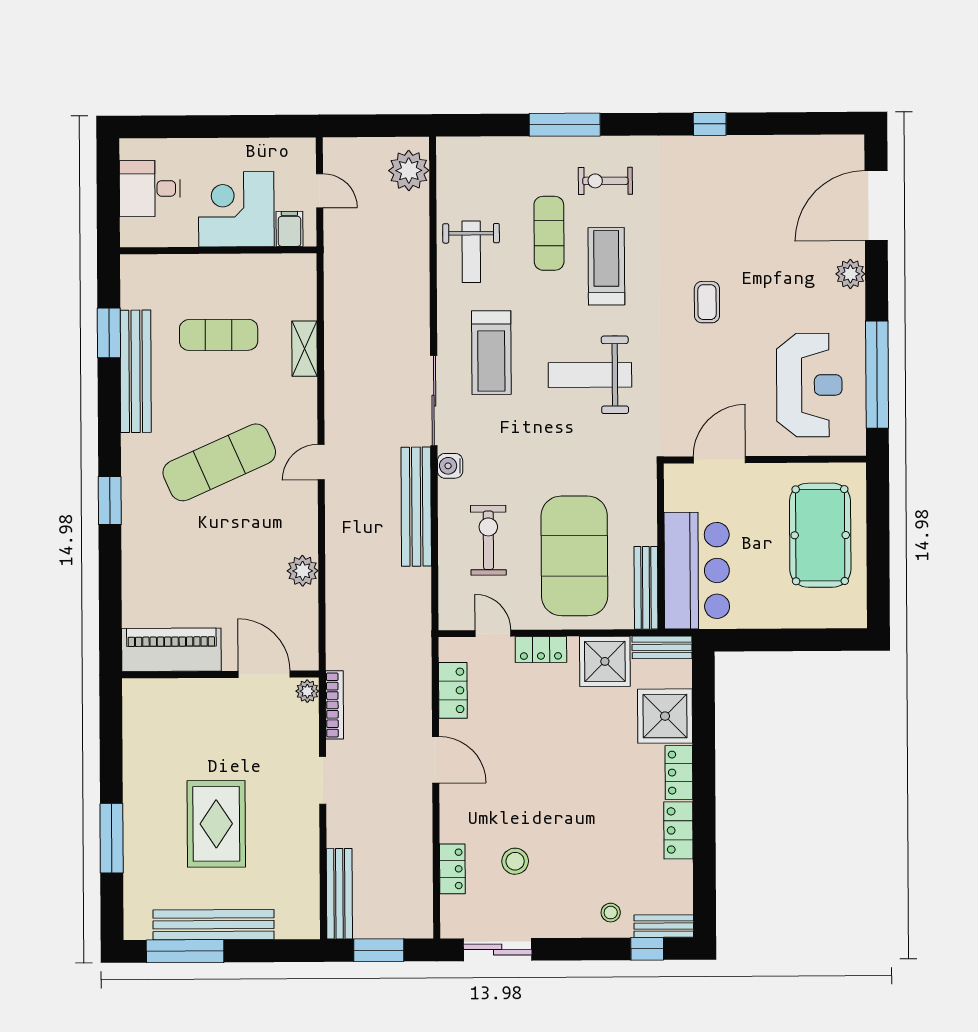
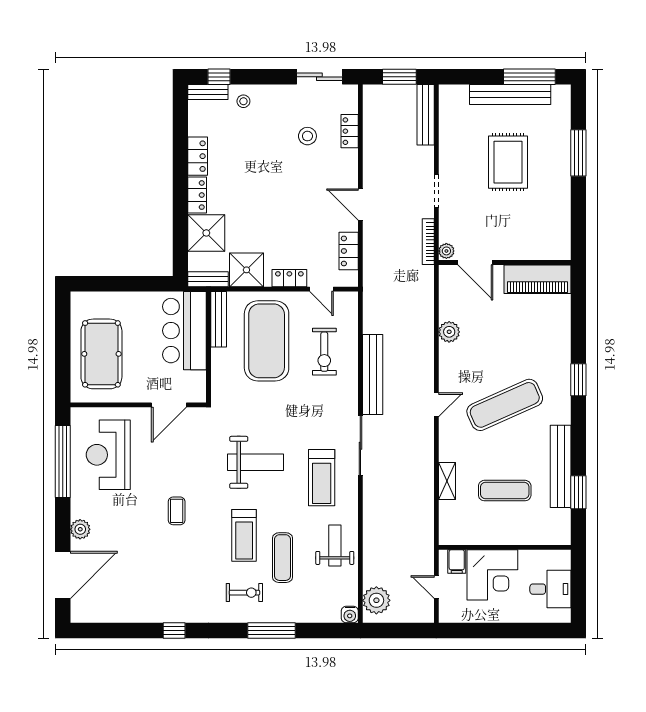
treadmill: (491, 353) -> (322, 478), turned 180
water cooler: (450, 466) -> (350, 614), moved, turned 90

